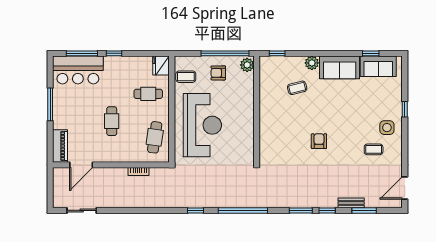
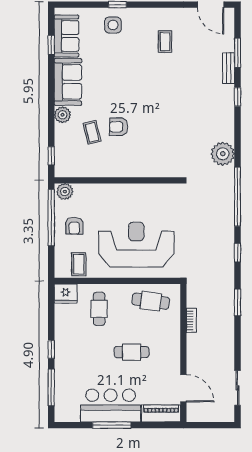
bar counter: (78, 70) -> (111, 406), moved, turned -90
side table: (387, 128) -> (113, 25), moved
armchair: (319, 141) -> (119, 127), moved
plant: (279, 198) -> (223, 154), added
window: (301, 210) -> (237, 303), moved

